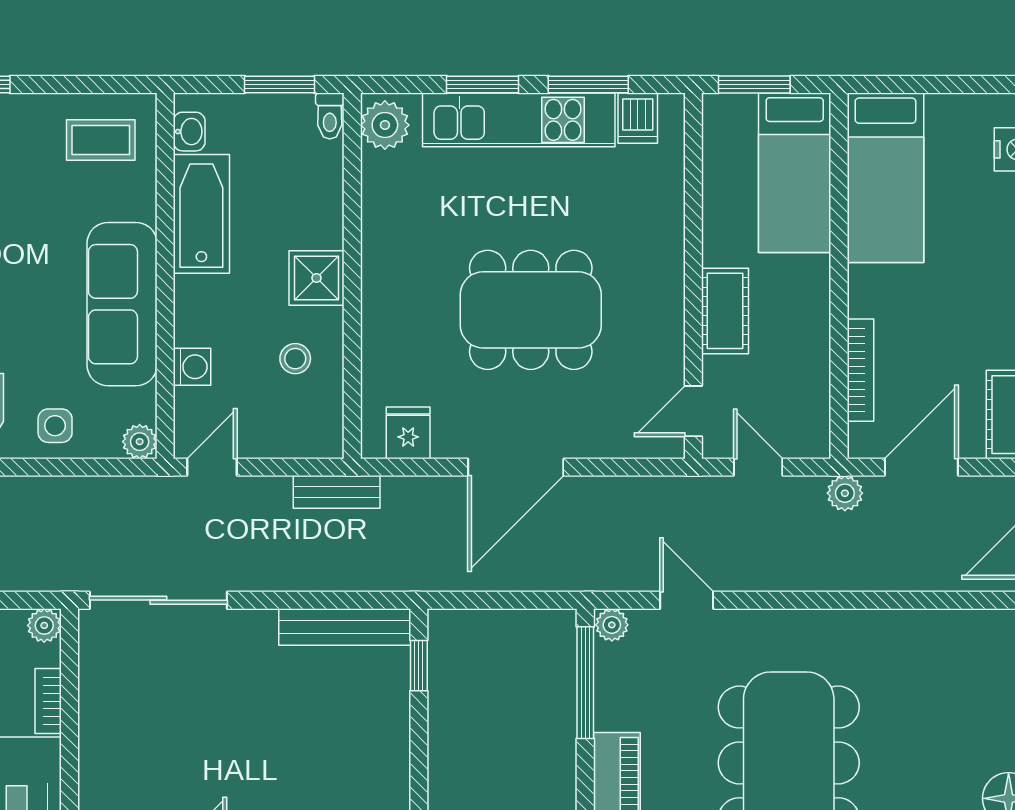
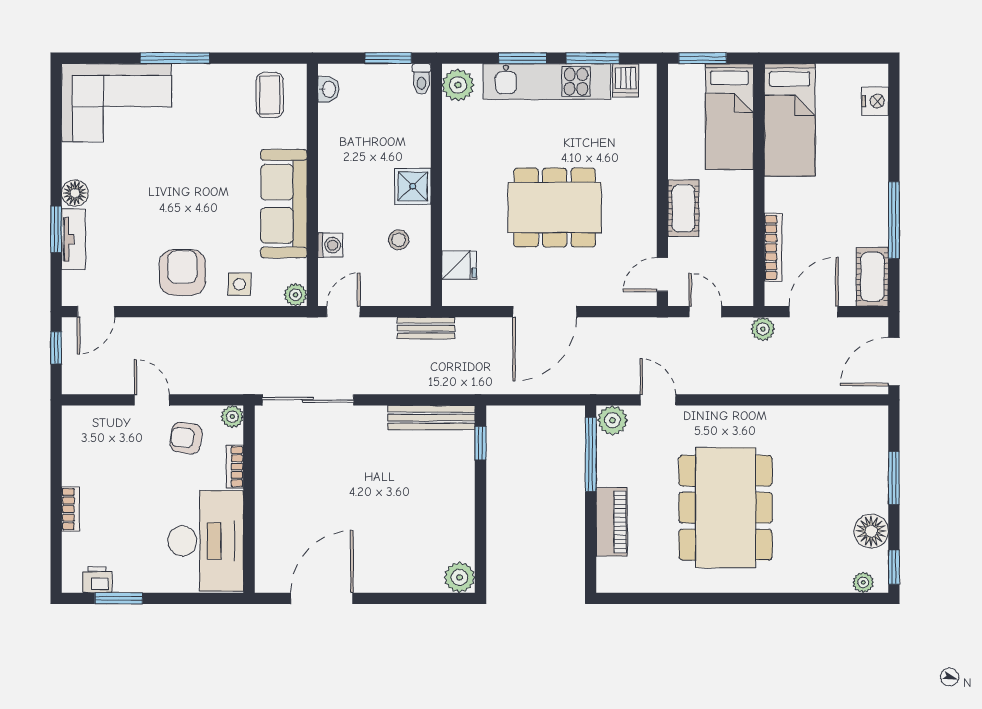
coffee table: (101, 140) -> (270, 95), turned 90
bathtub: (201, 214) -> (336, 144), removed
fridge: (408, 433) -> (459, 265), moved, turned 90
plant: (612, 625) -> (612, 420), width x1.38, depth x1.38

